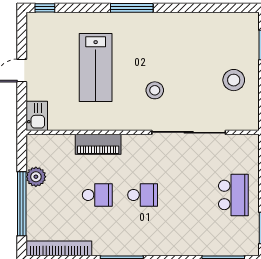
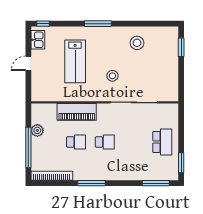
stool: (234, 80) -> (137, 43), moved
kitchen sink: (37, 116) -> (38, 40), moved
piano: (98, 144) -> (77, 112), width x1.37, depth x1.33

